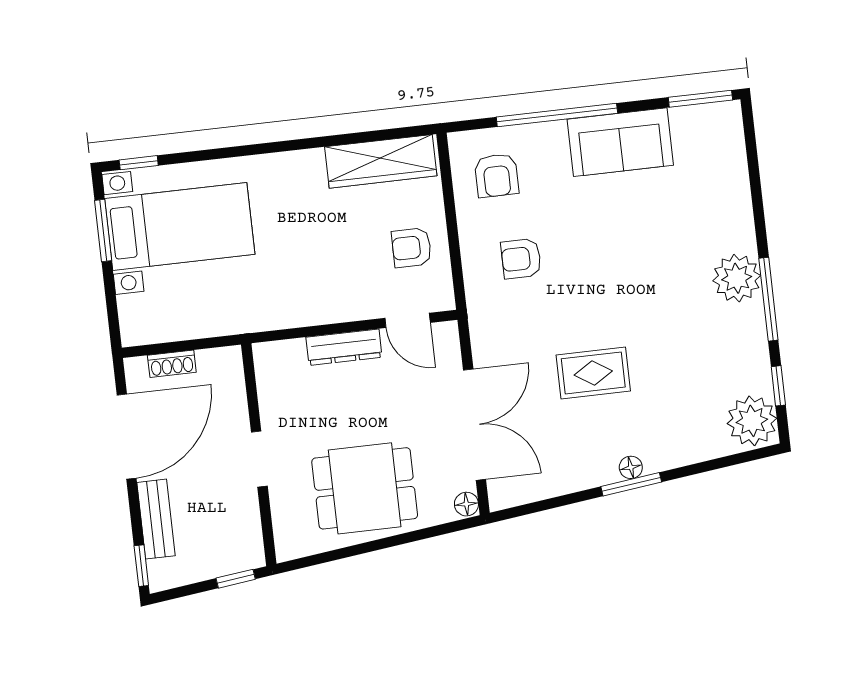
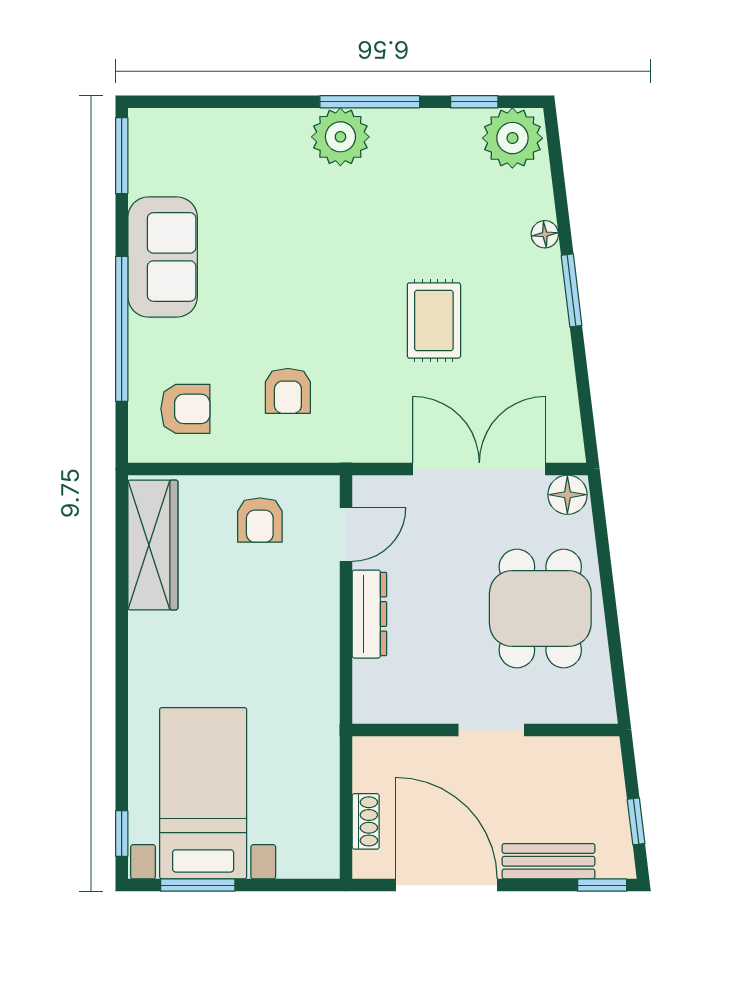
floor lamp: (631, 467) -> (545, 234), moved
floor lamp: (466, 504) -> (567, 495), width x1.37, depth x1.37
window: (236, 579) -> (636, 821), moved

